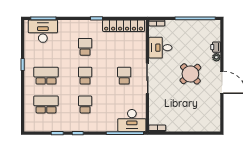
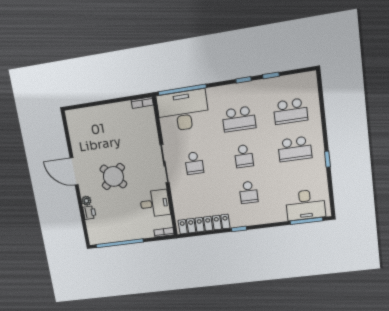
school desk: (85, 104) -> (239, 119), width x1.85
desk: (132, 120) -> (183, 111), width x1.36, depth x1.30

